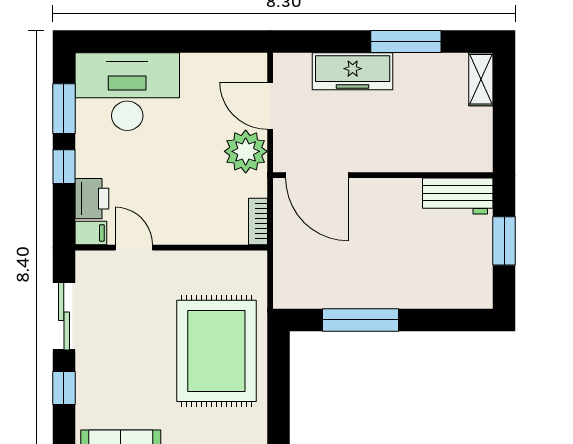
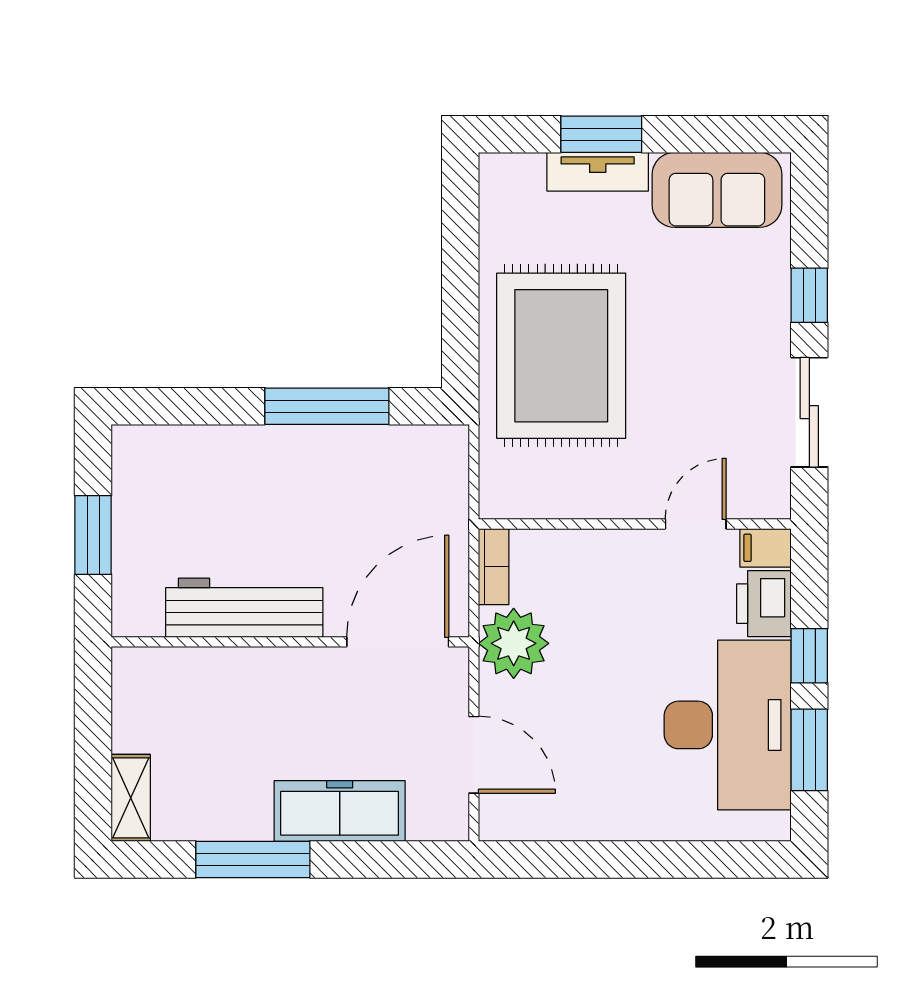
desk: (127, 92) -> (728, 725), moved, turned -90
plant: (246, 151) -> (514, 643), moved
door: (317, 175) -> (398, 642), hinge flipped
workbench: (458, 196) -> (244, 608), moved, width x1.37
door: (134, 248) -> (696, 524), swing flipped

